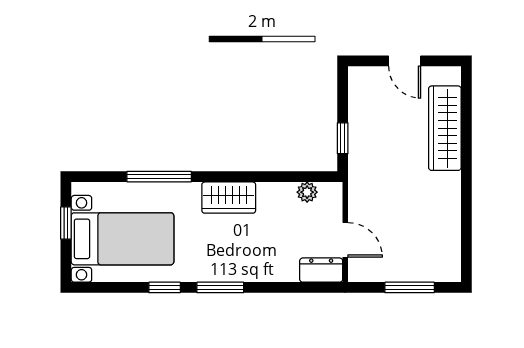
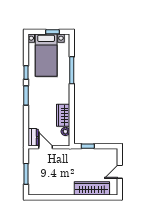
wardrobe: (229, 198) -> (63, 115), moved
door: (345, 240) -> (46, 147), swing flipped

